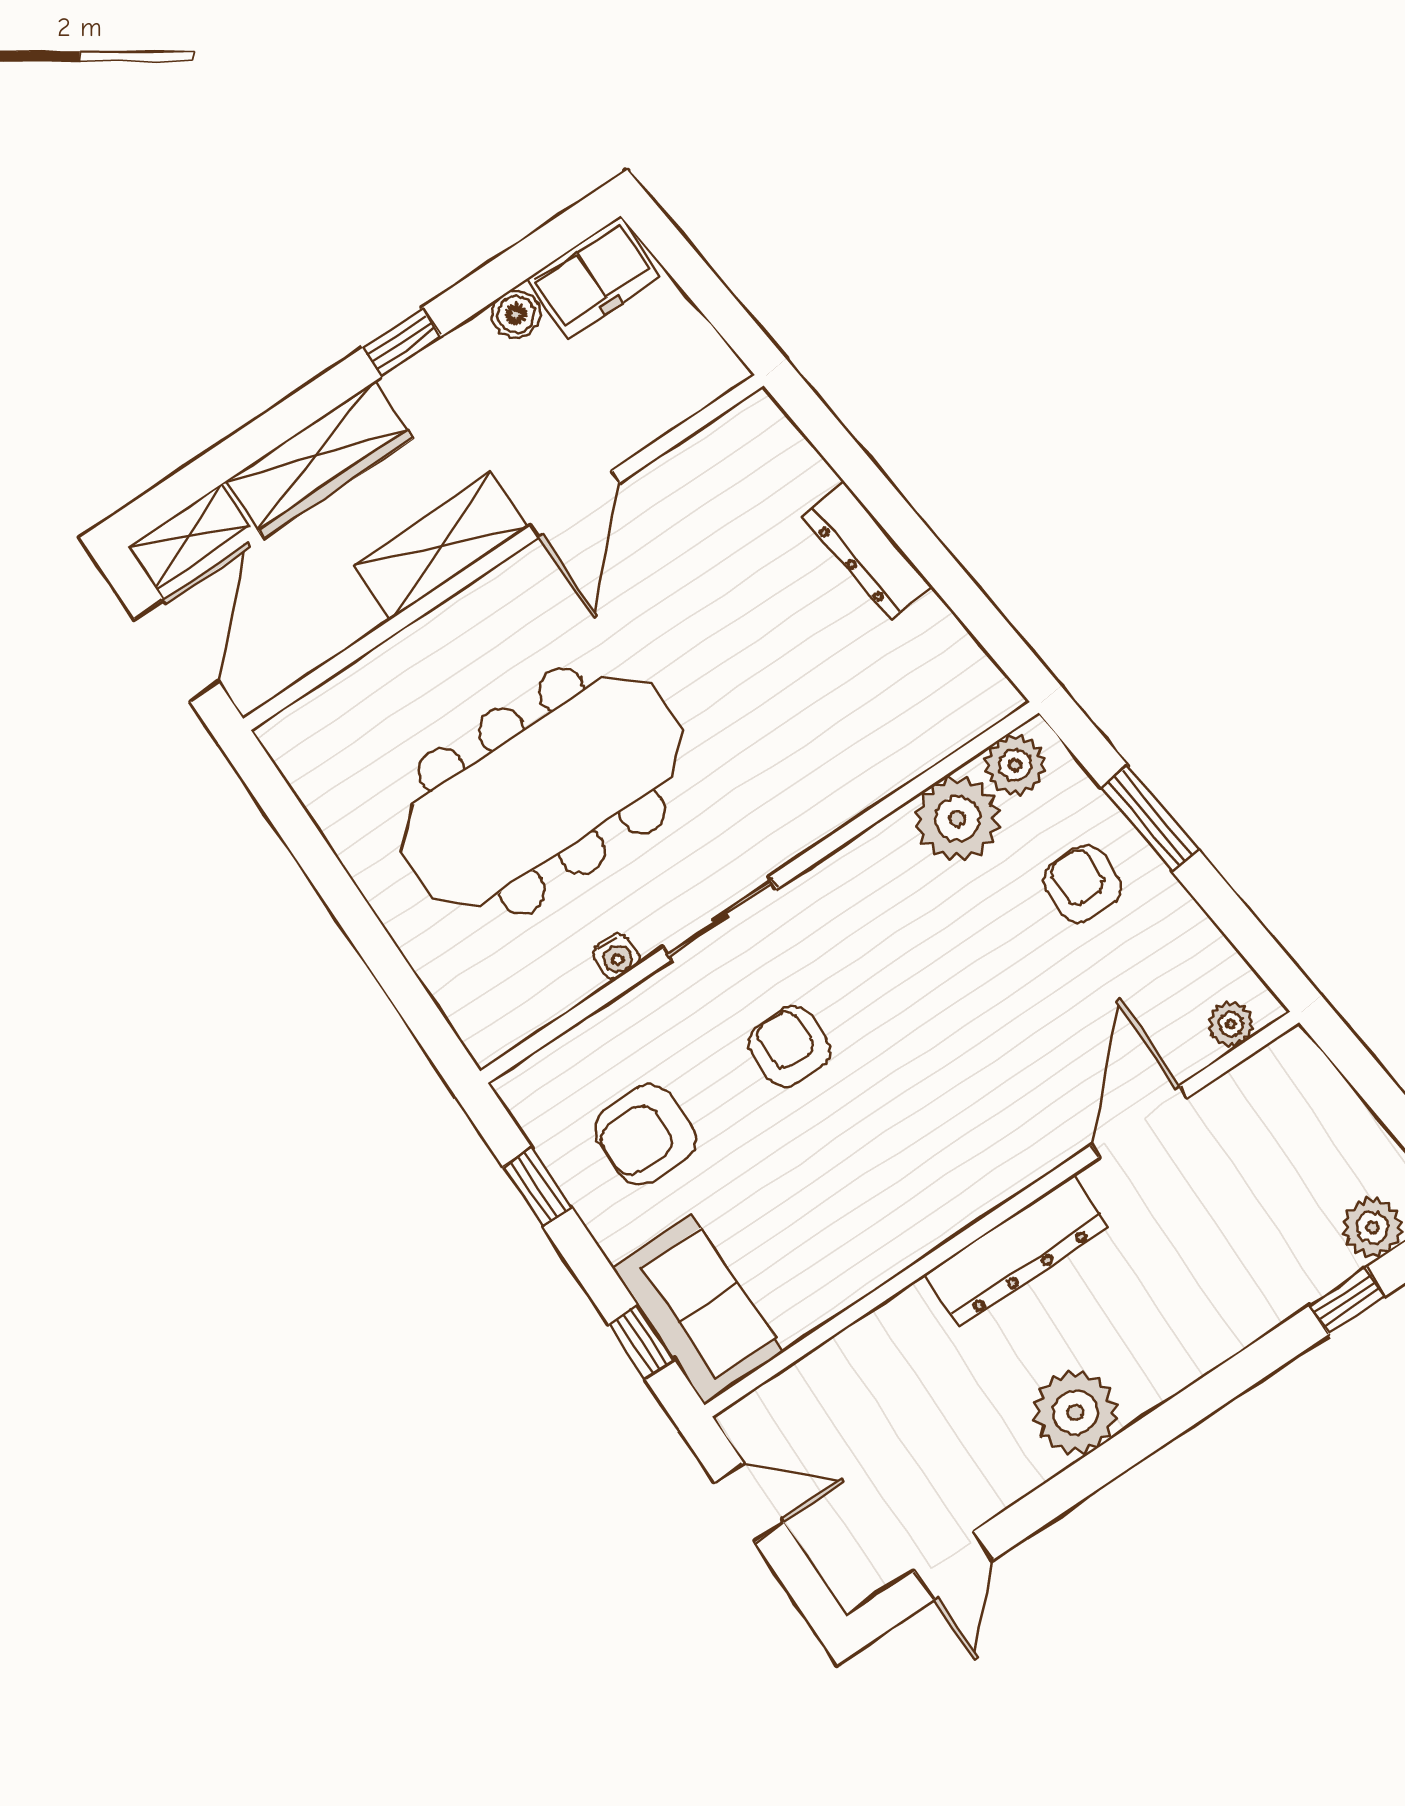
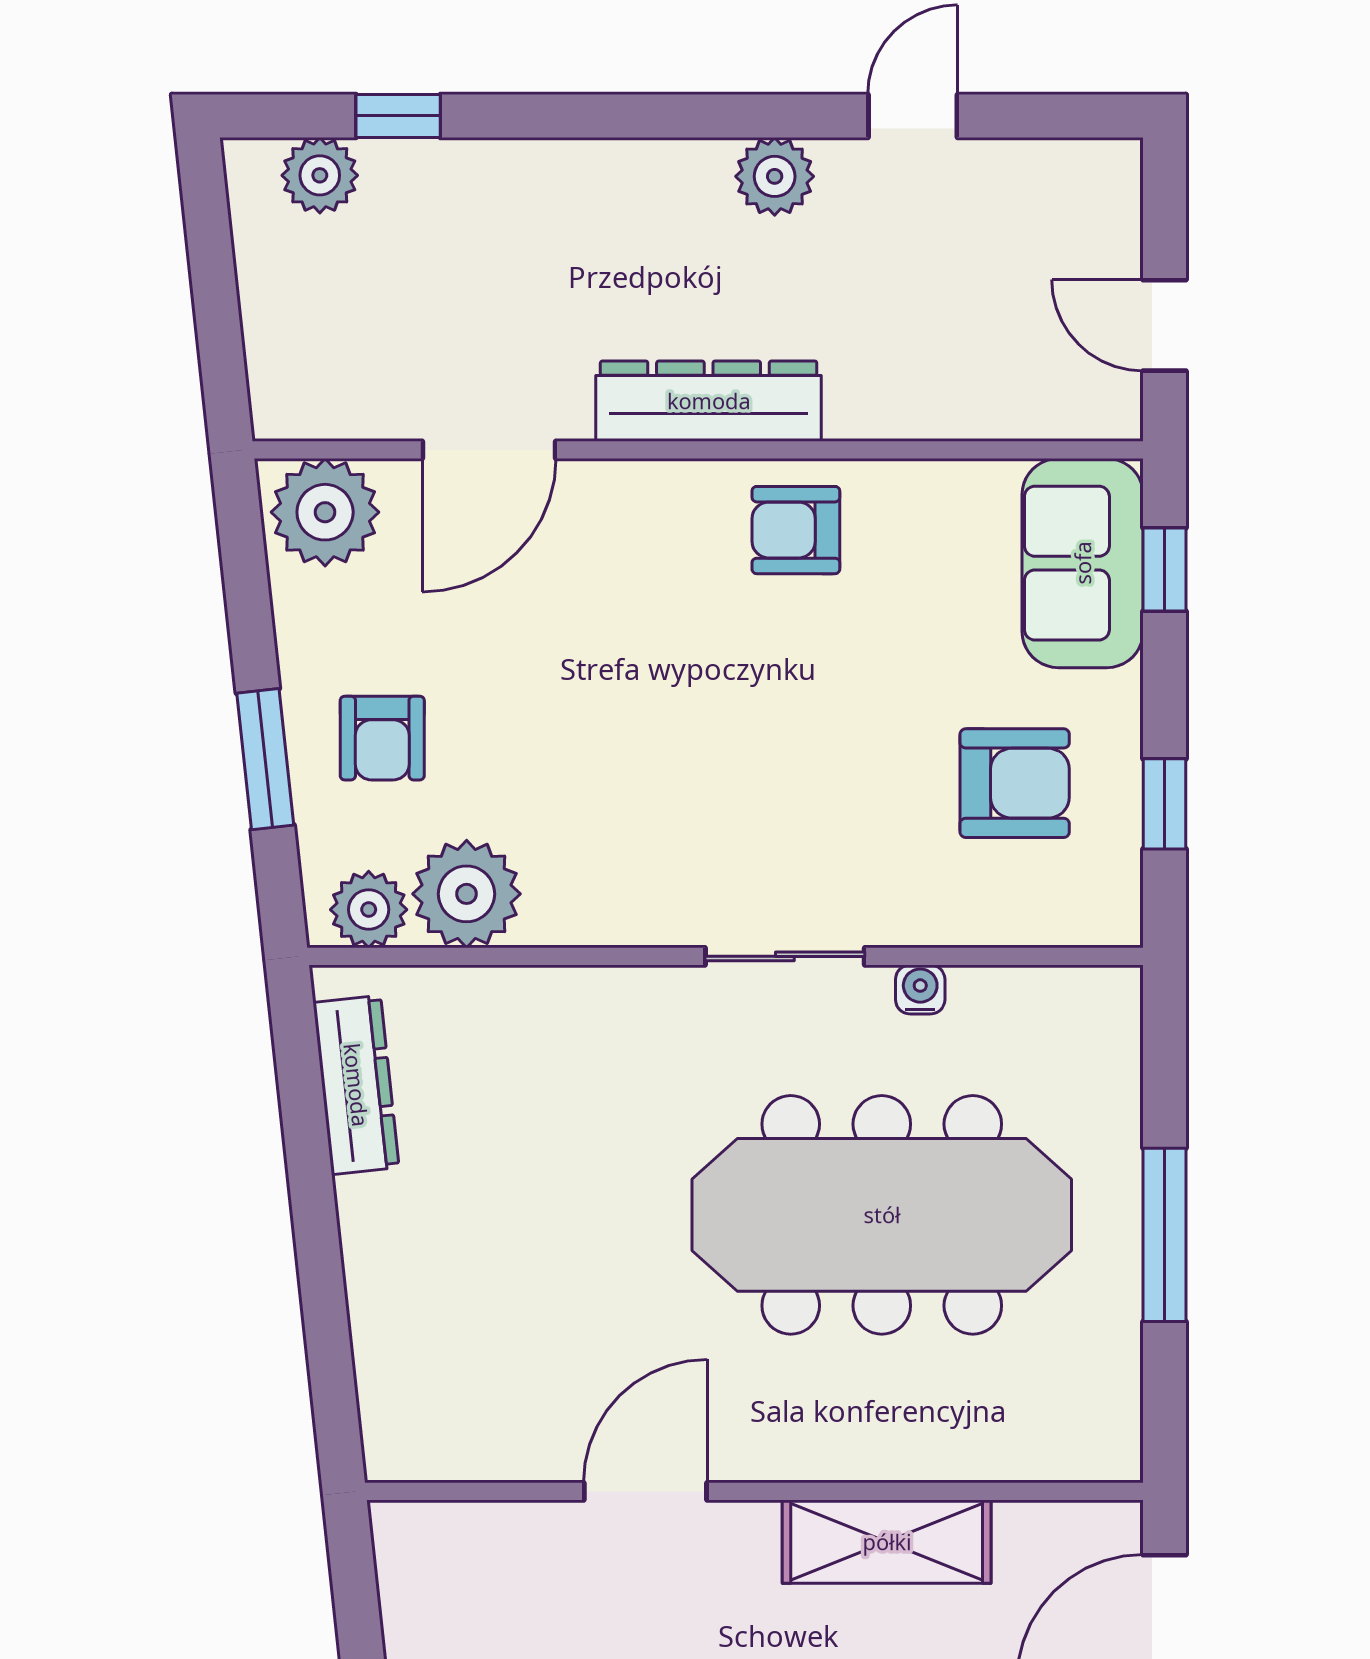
shelving: (441, 546) -> (887, 1542), moved
dresser: (867, 551) -> (356, 1085), moved
window: (346, 903) -> (1165, 1235), added
plant: (1231, 1024) -> (325, 512), width x1.88, depth x1.88
armchair: (790, 1047) -> (796, 530), moved, turned 90
plant: (1075, 1412) -> (775, 176), width x0.73, depth x0.73
door: (953, 1566) -> (913, 116), moved

